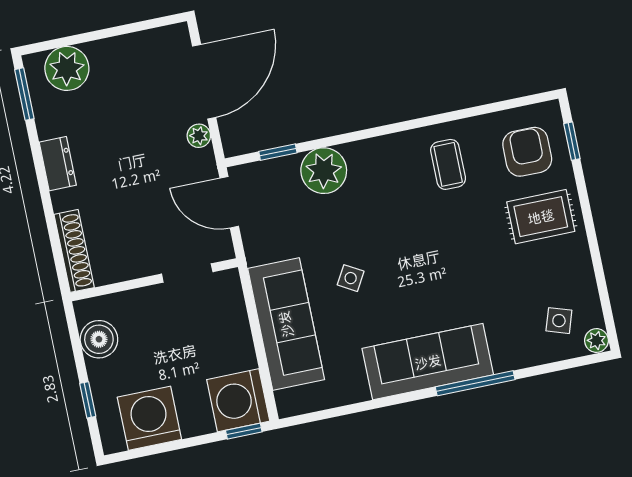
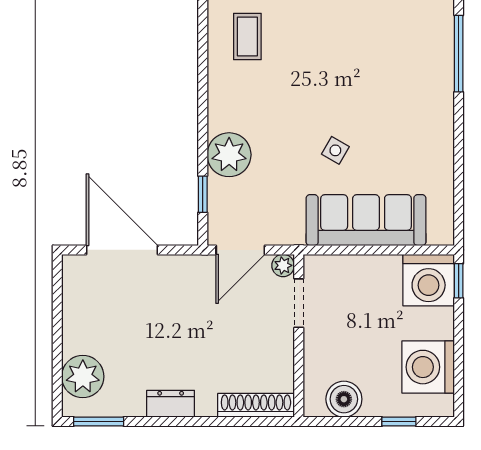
plant: (199, 136) -> (283, 265), moved
coffee table: (448, 164) -> (247, 37), turned 90
sofa: (428, 362) -> (429, 94), removed

